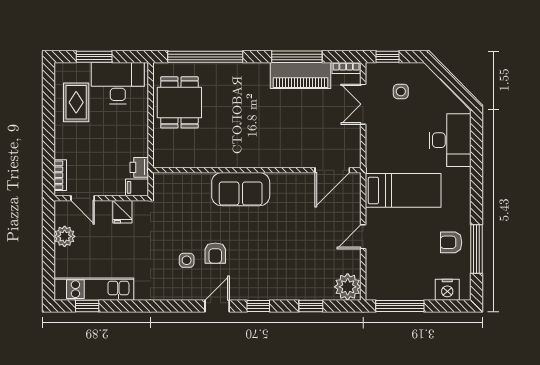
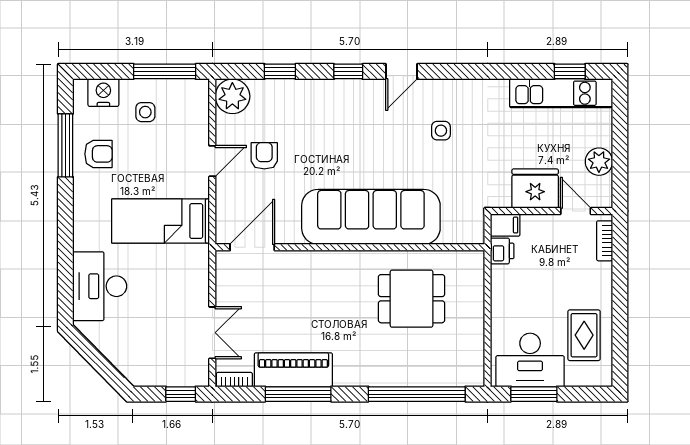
window: (94, 57) -> (534, 394), moved
side table: (401, 91) -> (145, 112), moved
dining table: (179, 102) -> (412, 299), moved, turned 90
sofa: (241, 189) -> (371, 217), width x1.85, depth x1.27
fridge: (122, 212) -> (535, 188), width x1.88, depth x1.34
armchair: (215, 253) -> (264, 156), moved

